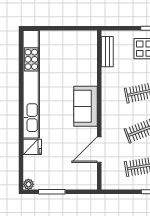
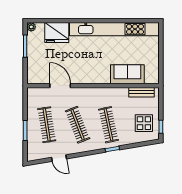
sofa: (86, 106) -> (127, 74), moved
fridge: (32, 147) -> (57, 33), width x1.88, depth x1.34

